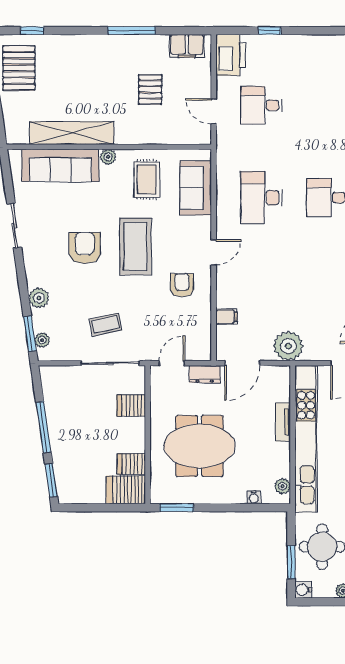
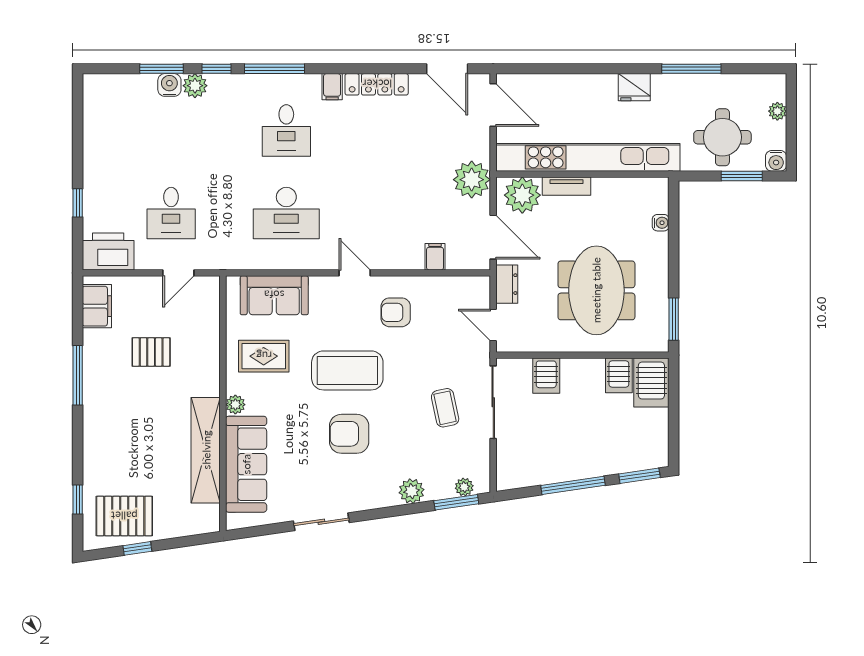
plant: (283, 486) -> (522, 195), moved, width x1.87, depth x1.87

